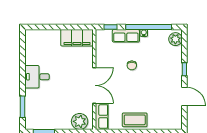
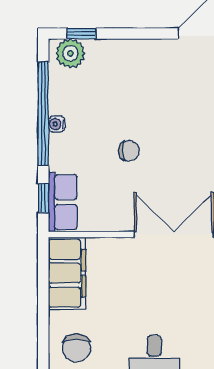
row of seats: (126, 36) -> (63, 202), moved
chair: (43, 42) -> (77, 348), added
window: (184, 69) -> (82, 34), moved

